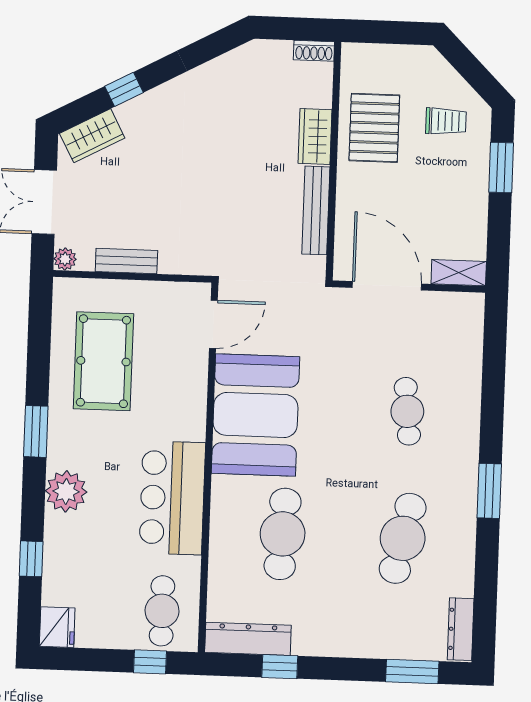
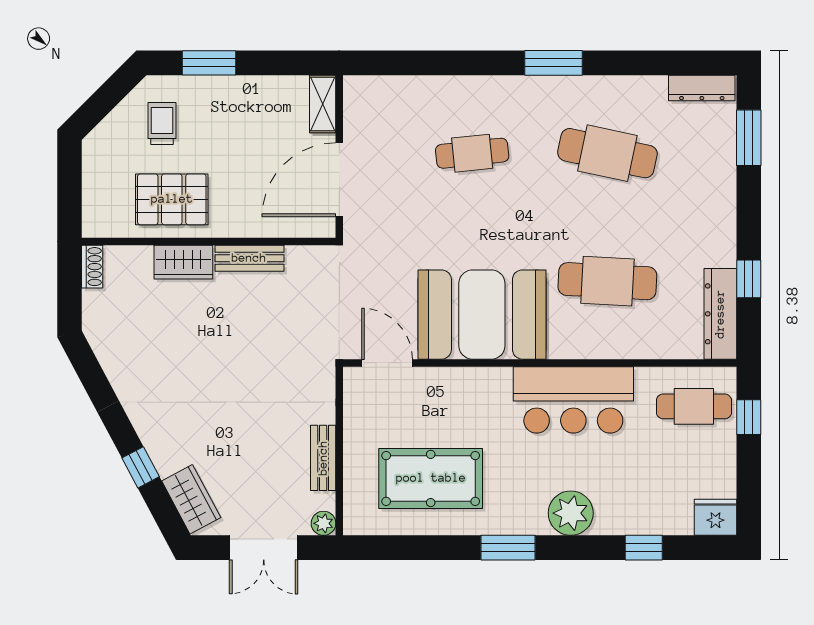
bench: (316, 210) -> (249, 258), width x0.73

